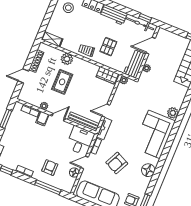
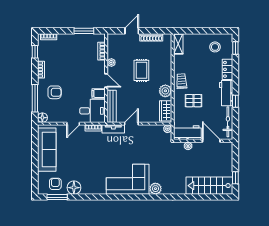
window: (145, 18) -> (235, 101), moved
plant: (67, 59) -> (165, 91), moved
door: (23, 76) -> (132, 31), hinge flipped
rug: (62, 82) -> (141, 70), turned 90
door: (106, 111) -> (131, 124), hinge flipped
filing cabinet: (42, 119) -> (99, 93), moved
door: (85, 162) -> (73, 124), swing flipped
armchair: (117, 163) -> (85, 155), removed
floor lamp: (148, 170) -> (74, 188), moved
floor lamp: (74, 173) -> (42, 118), moved

